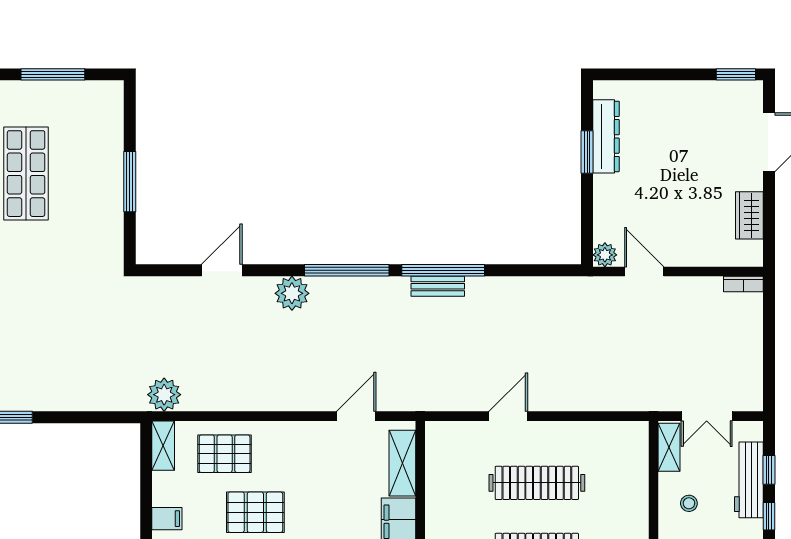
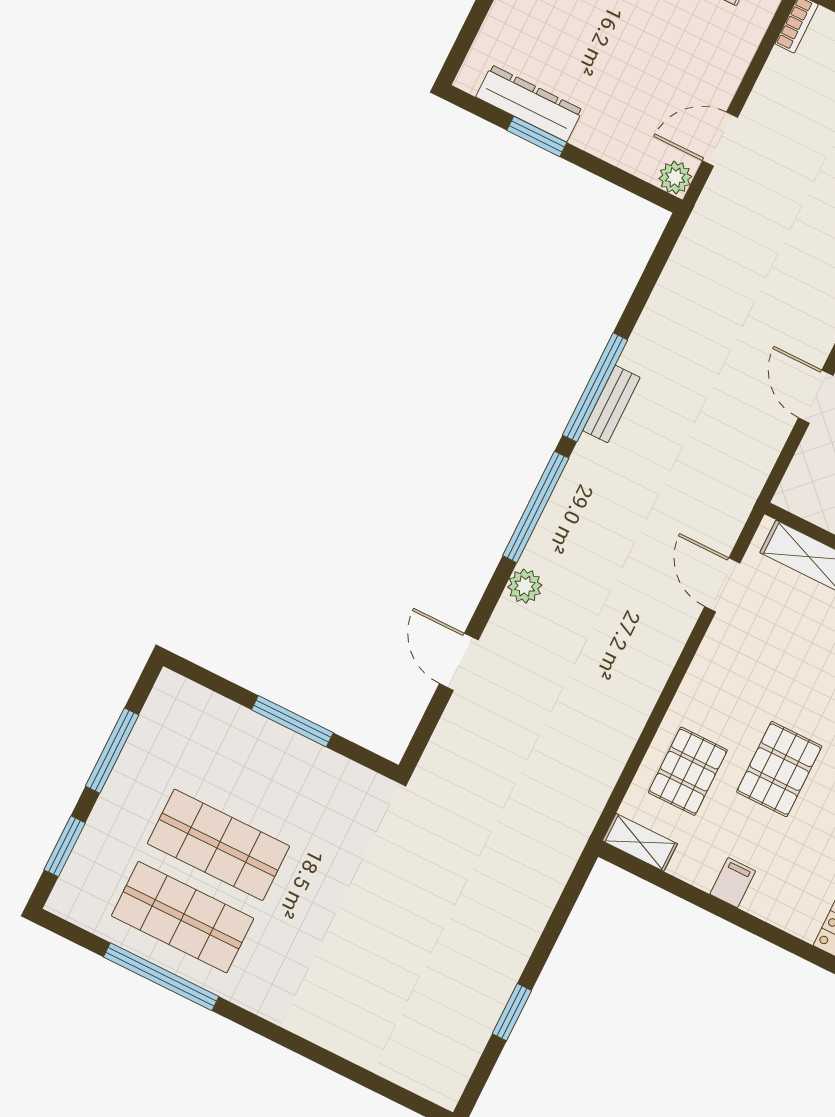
plant: (292, 293) -> (525, 586), width x0.73, depth x0.73
plant: (164, 395) -> (578, 810), removed

